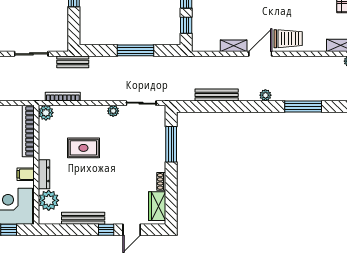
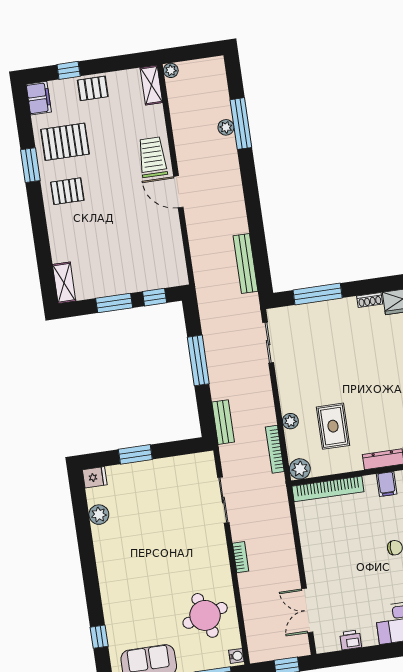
shelving: (234, 46) -> (173, 229), removed
bench: (73, 62) -> (223, 422), moved
bench: (217, 95) -> (246, 263), moved
plant: (265, 95) -> (226, 127), moved
plant: (113, 111) -> (290, 421), moved
rug: (83, 148) -> (333, 426), moved

